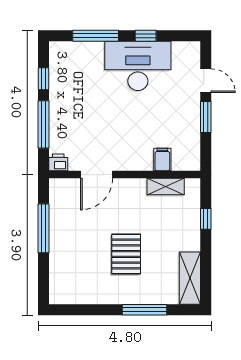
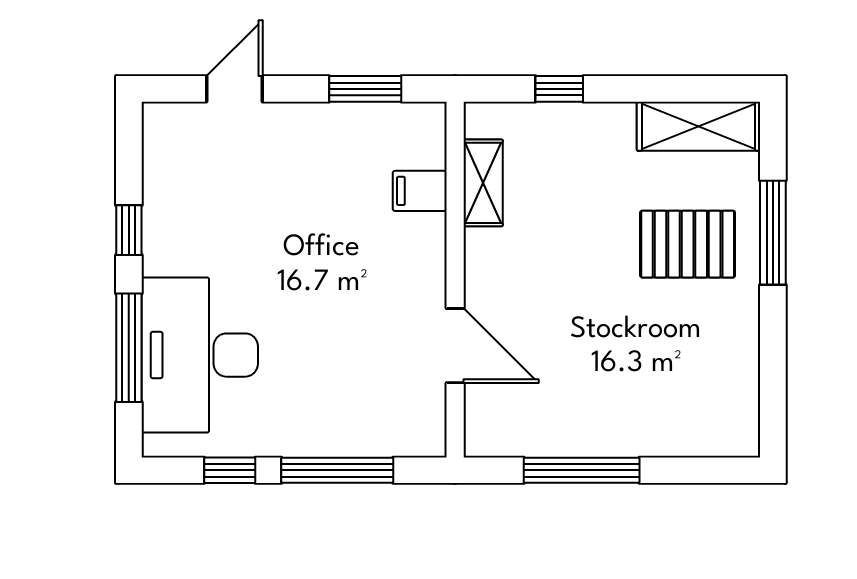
desk: (138, 66) -> (200, 355), moved
window: (206, 117) -> (365, 89), moved
printer: (58, 162) -> (427, 435), removed
pallet: (126, 254) -> (688, 244), moved

